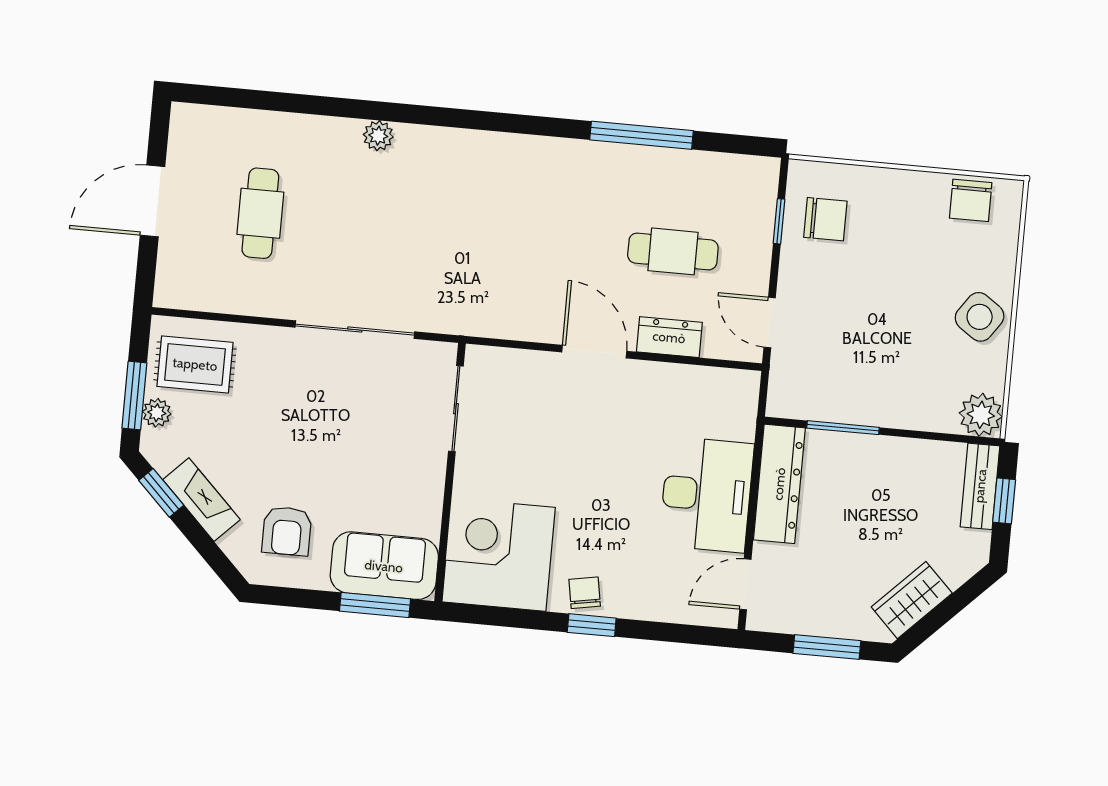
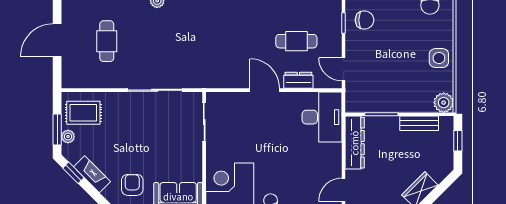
side table: (980, 317) -> (439, 58), turned -35
bench: (980, 486) -> (419, 123), moved, turned 90
desk: (707, 495) -> (322, 117), moved
armchair: (287, 531) -> (132, 185), turned 180

